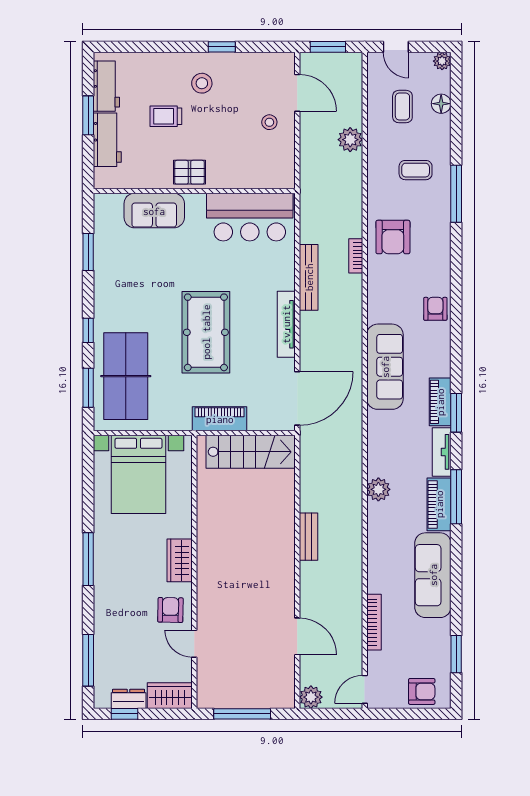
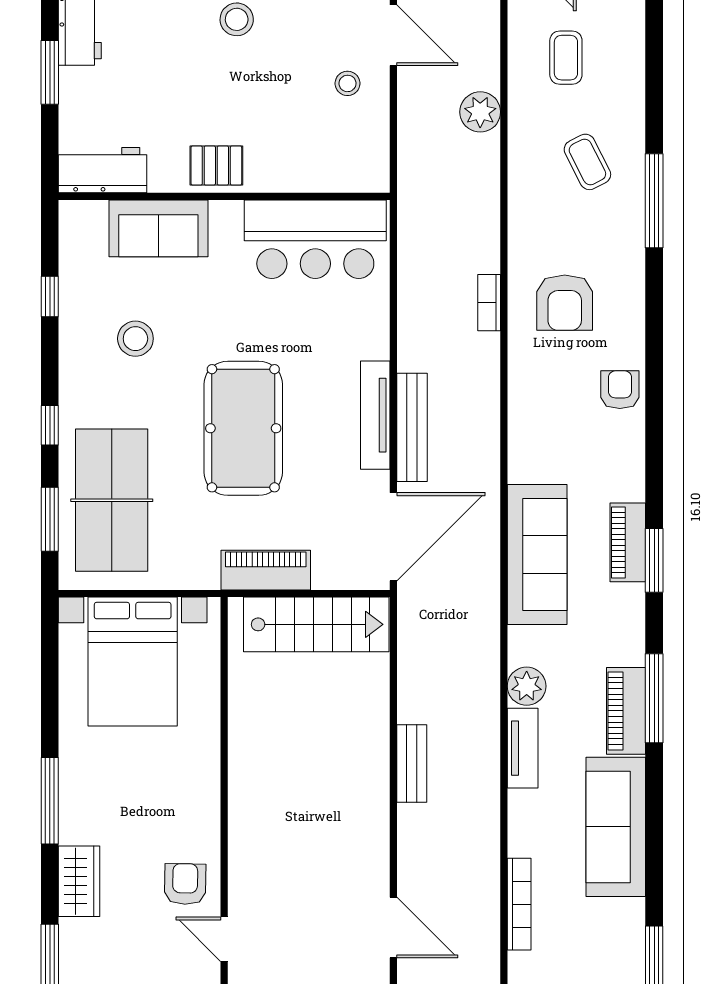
floor lamp: (441, 104) -> (629, 53), removed
trolley: (166, 116) -> (178, 74), removed
workbench: (107, 140) -> (103, 170), moved, turned -90
coffee table: (416, 170) -> (587, 162), turned 63
armchair: (393, 237) -> (565, 303), moved
window: (88, 252) -> (50, 296), width x0.67
bench: (309, 277) -> (412, 427), moved
stool: (140, 278) -> (135, 339), added
sofa: (385, 367) -> (537, 554), moved
tv unit: (442, 452) -> (523, 748), moved, turned 180
wardrobe: (180, 560) -> (79, 881), moved, turned 180

